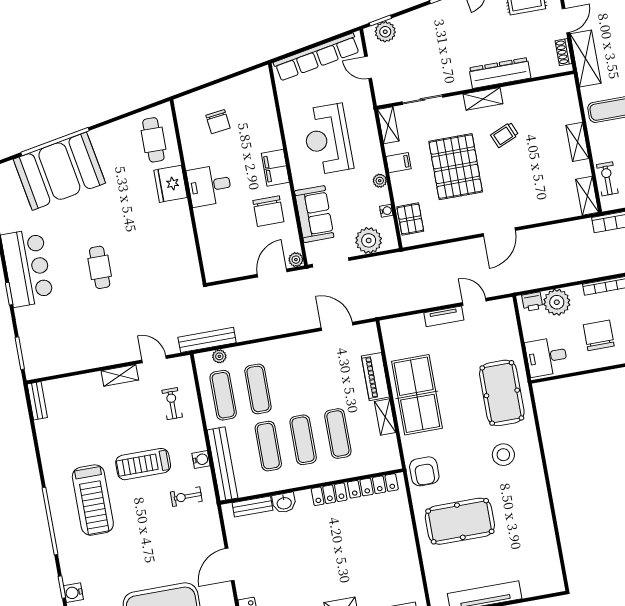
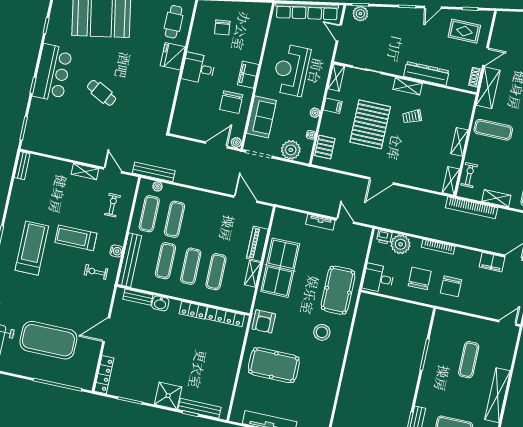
cafe table: (100, 267) -> (102, 93), turned -63
treadmill: (93, 500) -> (32, 248), turned 180

